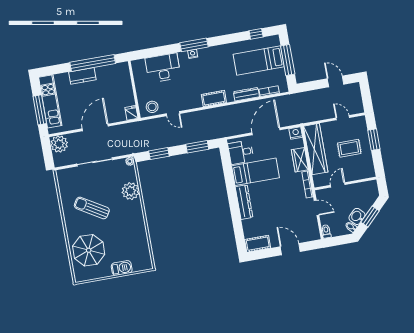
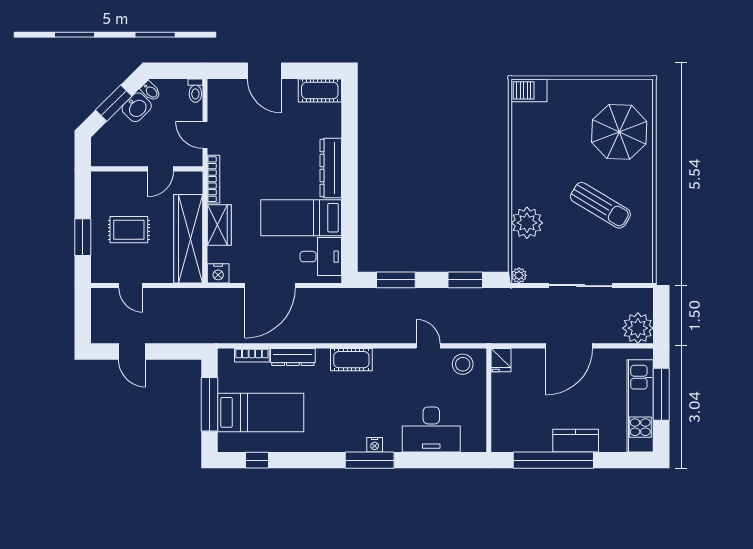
barbecue: (122, 268) -> (529, 90), moved

